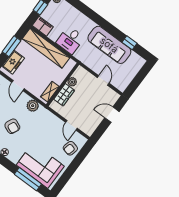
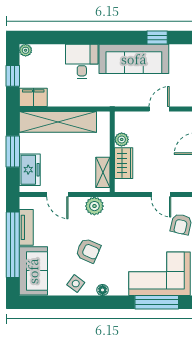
desk: (70, 40) -> (82, 61), moved, turned 180
door: (103, 80) -> (159, 109), hinge flipped

